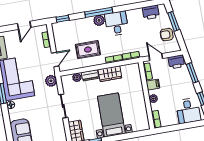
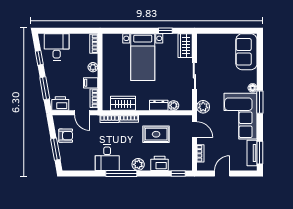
window: (99, 12) -> (121, 173), moved
printer: (151, 12) -> (160, 163), moved
desk: (117, 23) -> (107, 158), moved
door: (55, 60) -> (194, 130), swing flipped
wardrobe: (110, 74) -> (123, 103), moved

